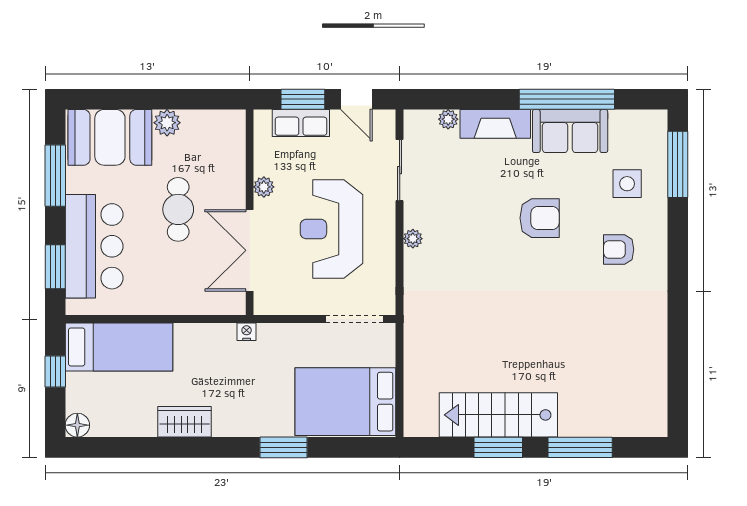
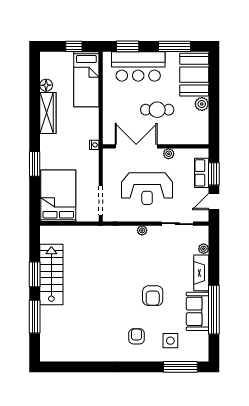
reception desk: (331, 229) -> (147, 189), turned 180
wardrobe: (185, 422) -> (48, 113), width x1.50
floor lamp: (77, 425) -> (46, 85), moved

